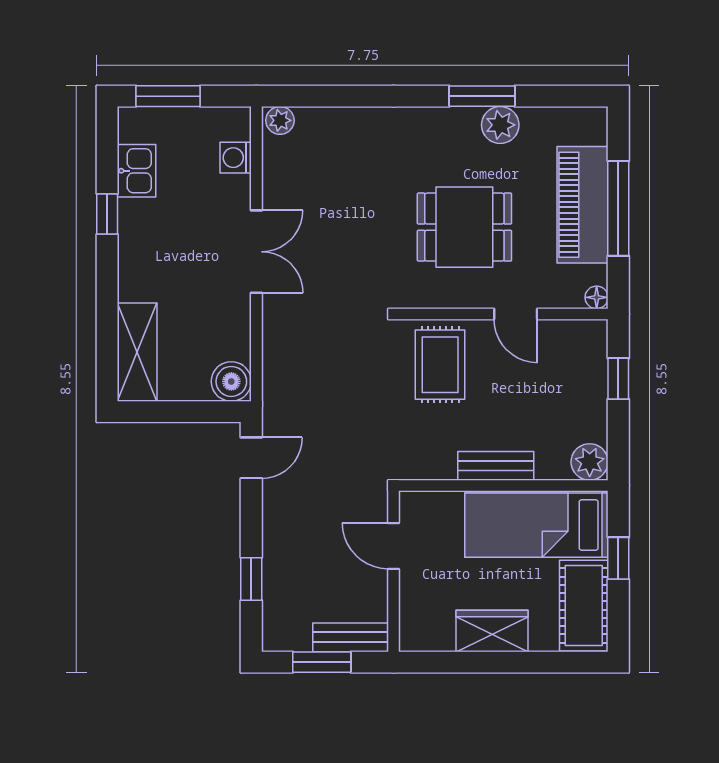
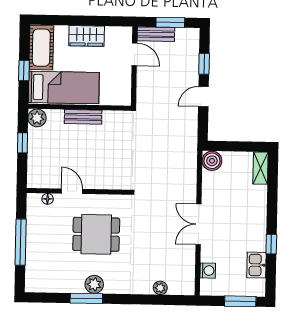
plant: (280, 120) -> (160, 288), moved
plant: (500, 125) -> (94, 284), moved
piano: (583, 205) -> (38, 244), removed
floor lamp: (597, 297) -> (48, 199), moved
shelving: (137, 352) -> (260, 168), width x0.67, depth x0.75
rug: (440, 365) -> (109, 167), removed
window: (618, 379) -> (23, 143), moved
door: (251, 458) -> (203, 97), moved
door: (394, 546) -> (134, 54), moved

